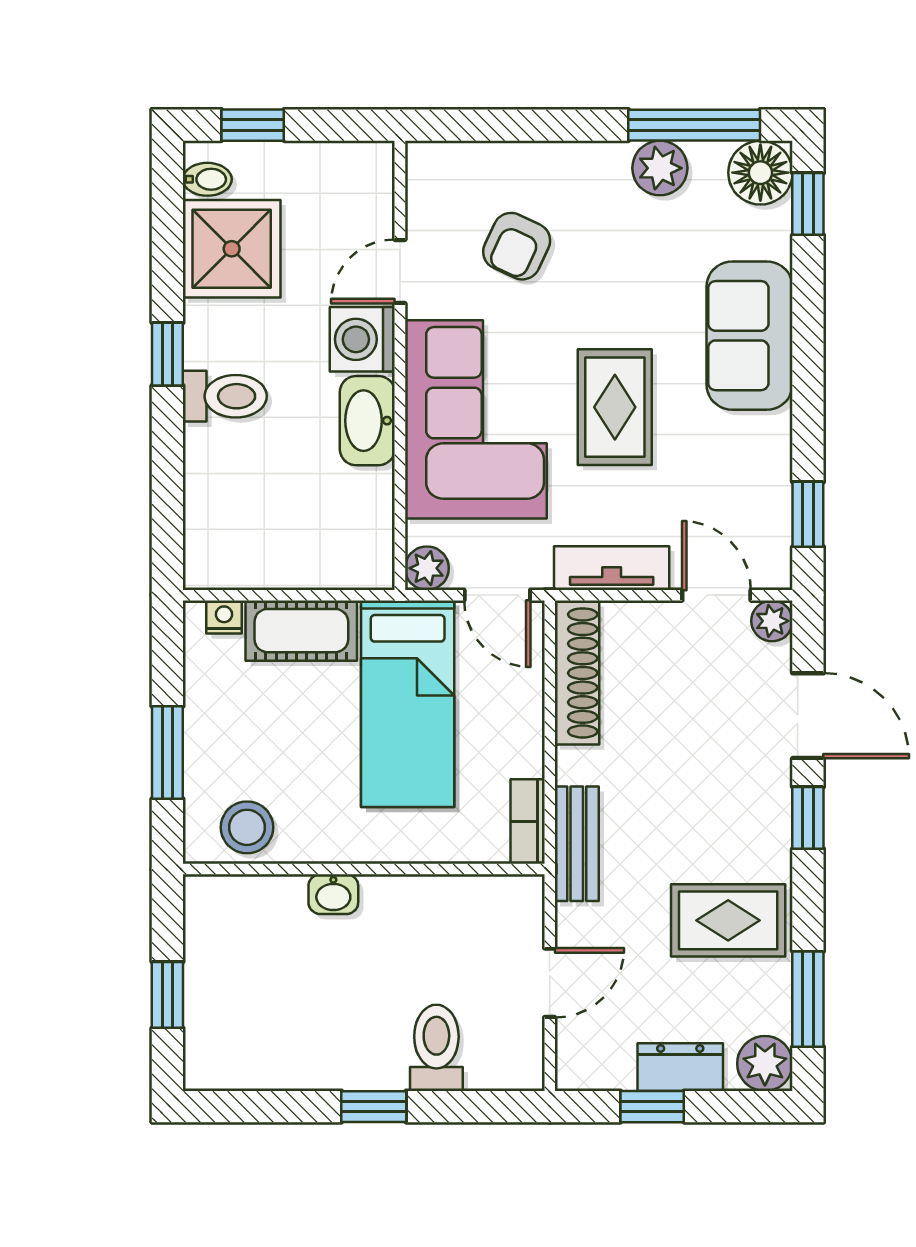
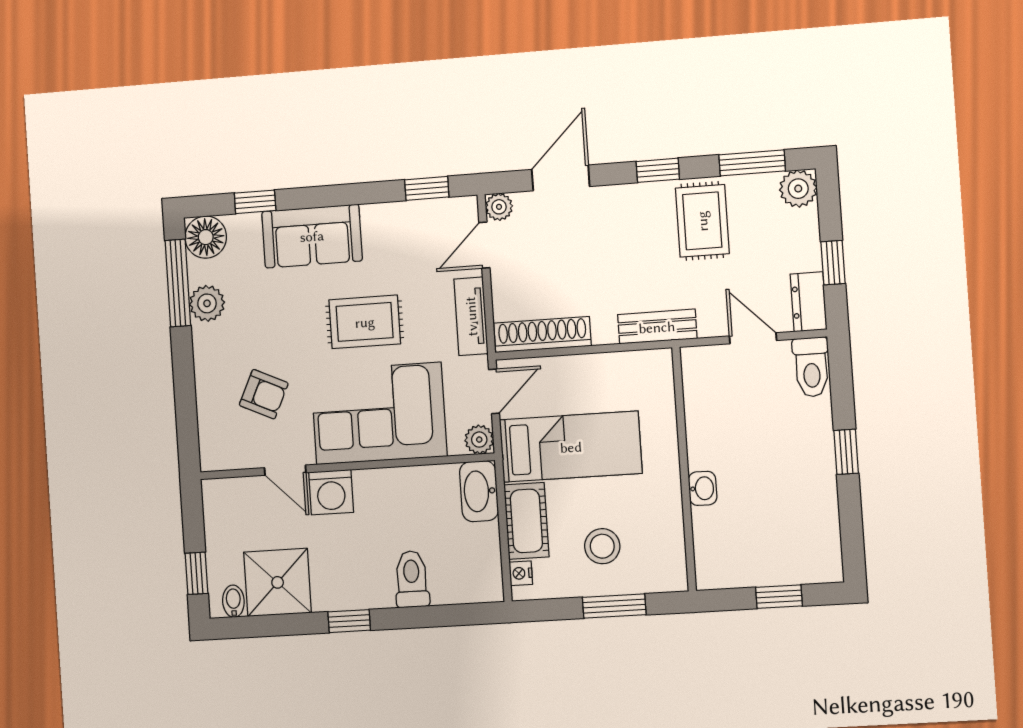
window: (808, 204) -> (255, 202), moved
toilet: (225, 396) -> (412, 579), moved
washbasin: (367, 421) -> (479, 491), moved, turned 90
window: (808, 818) -> (658, 170), moved
bookcase: (528, 821) -> (644, 361), removed
stool: (247, 827) -> (602, 546), moved
toilet: (436, 1048) -> (811, 367), moved, turned -90
dresser: (680, 1067) -> (809, 302), moved

